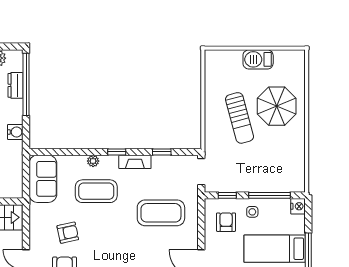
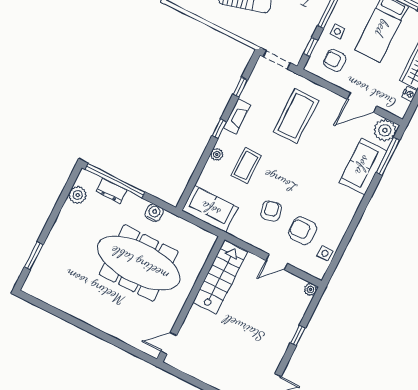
coffee table: (96, 191) -> (246, 166), width x0.73, depth x0.76

